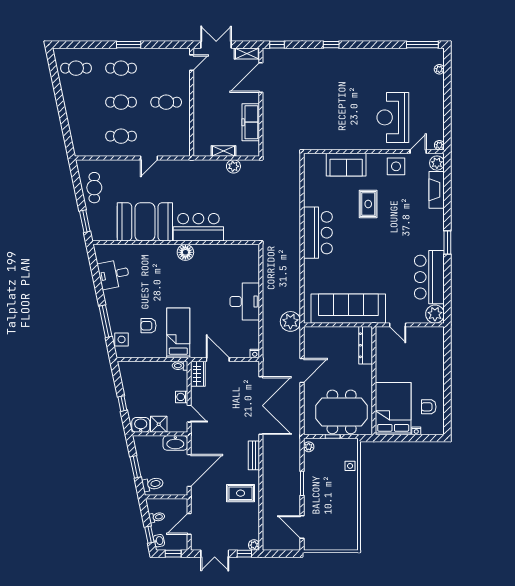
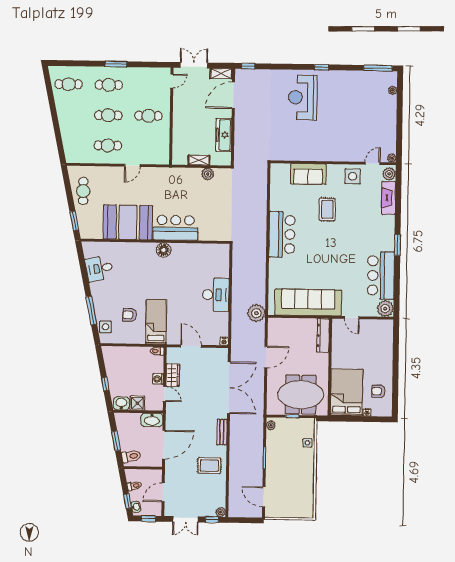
window: (331, 45) -> (322, 67), moved
reception desk: (393, 117) -> (303, 97), moved
wardrobe: (198, 374) -> (173, 375), moved

